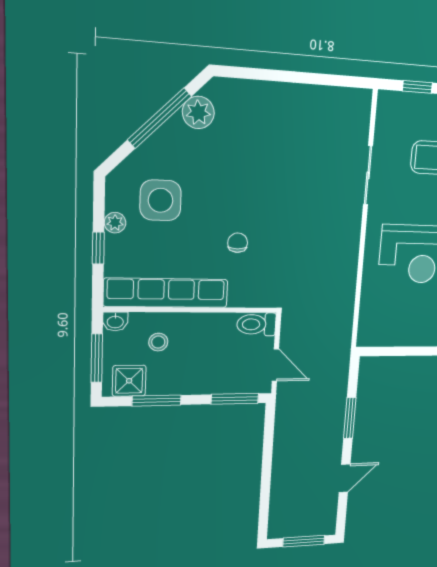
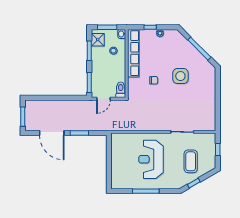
plant: (198, 112) -> (202, 63), removed
side table: (161, 200) -> (180, 76), moved
door: (345, 478) -> (52, 133), width x1.87

